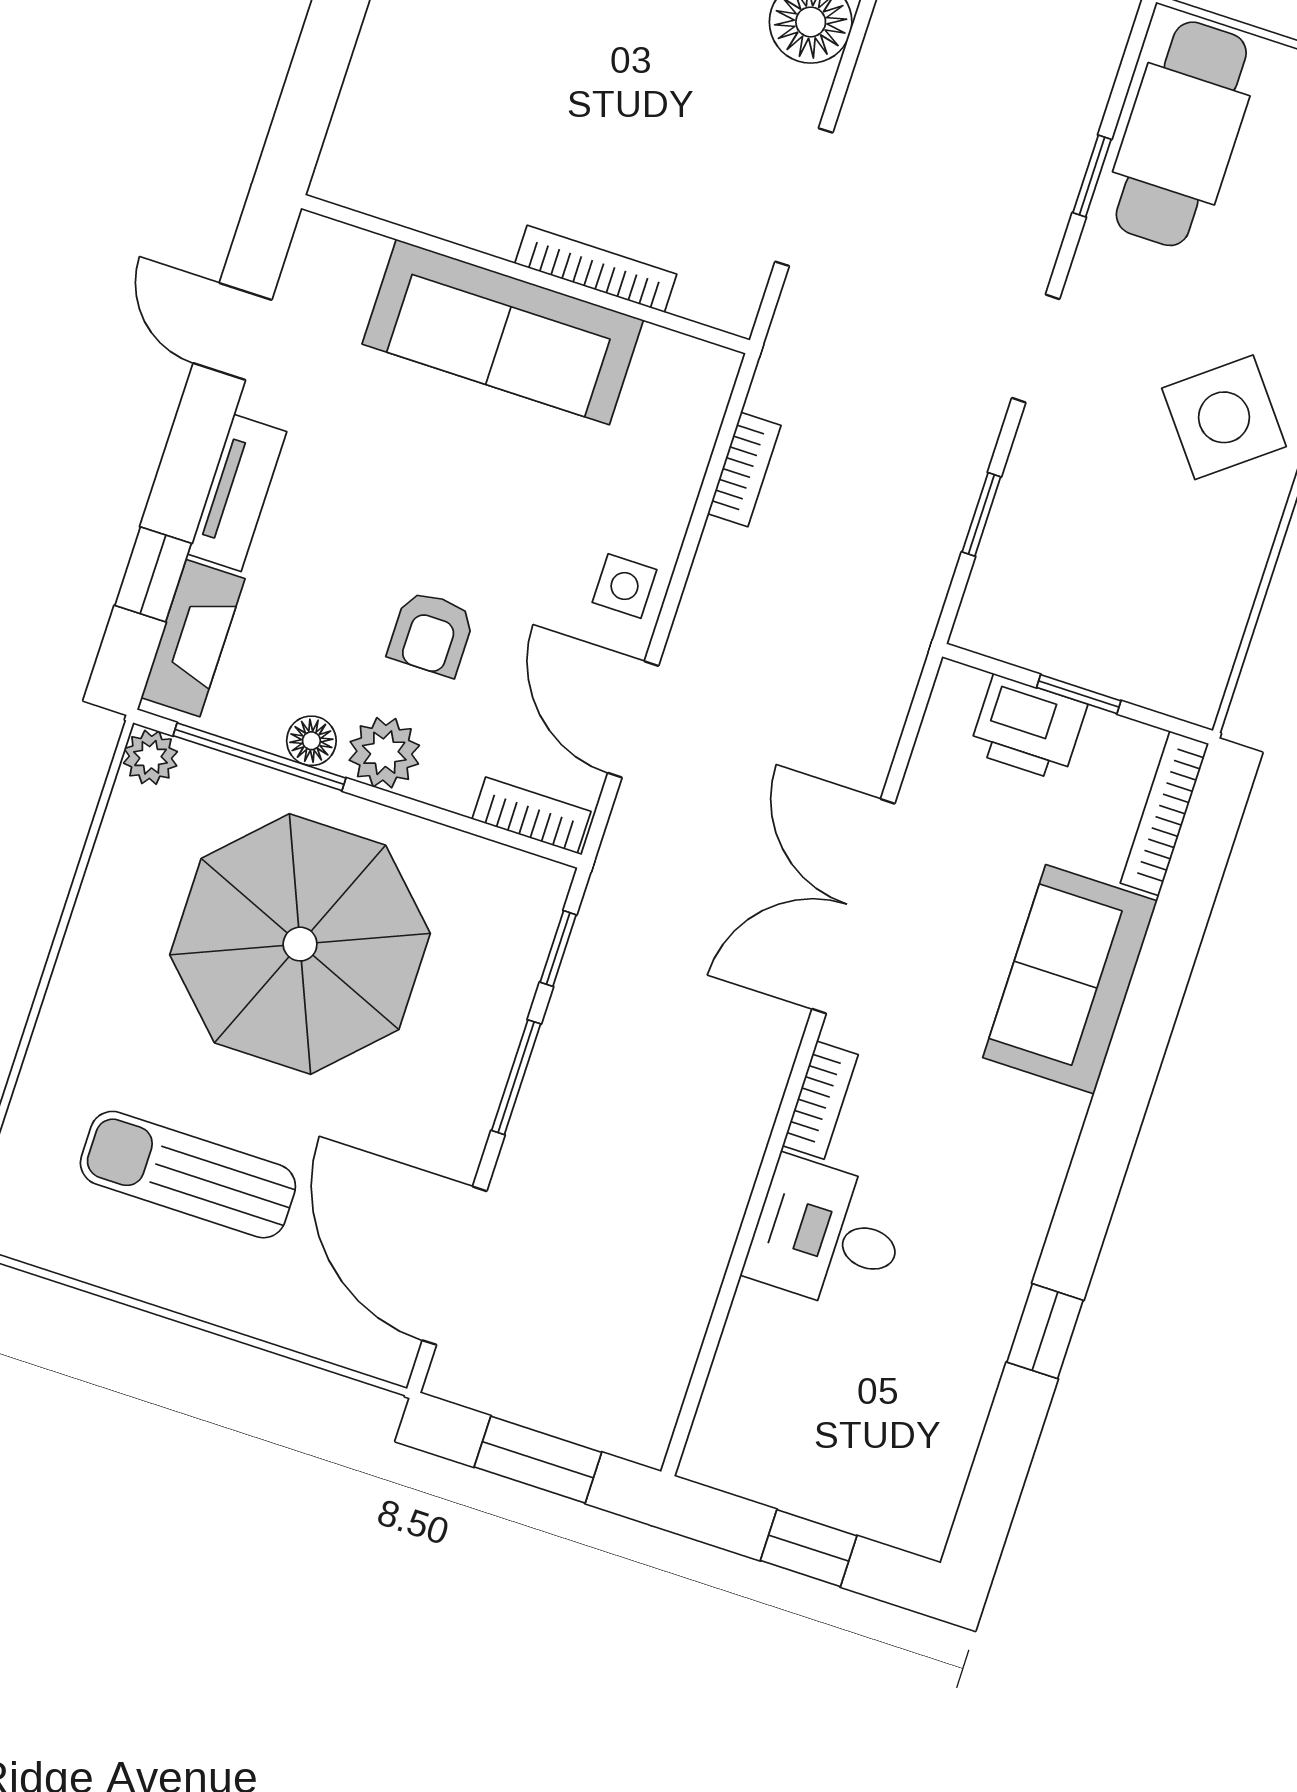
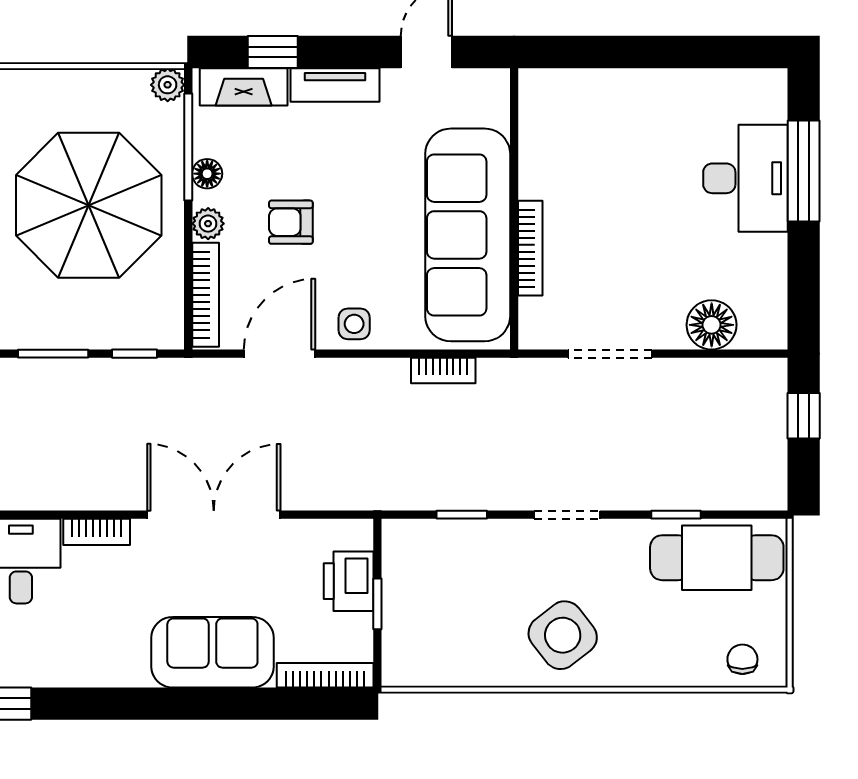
sofa: (503, 332) -> (468, 235), width x1.36, depth x1.27
plant: (384, 753) -> (208, 224), width x0.73, depth x0.73
bookcase: (531, 815) -> (206, 295), width x1.56

